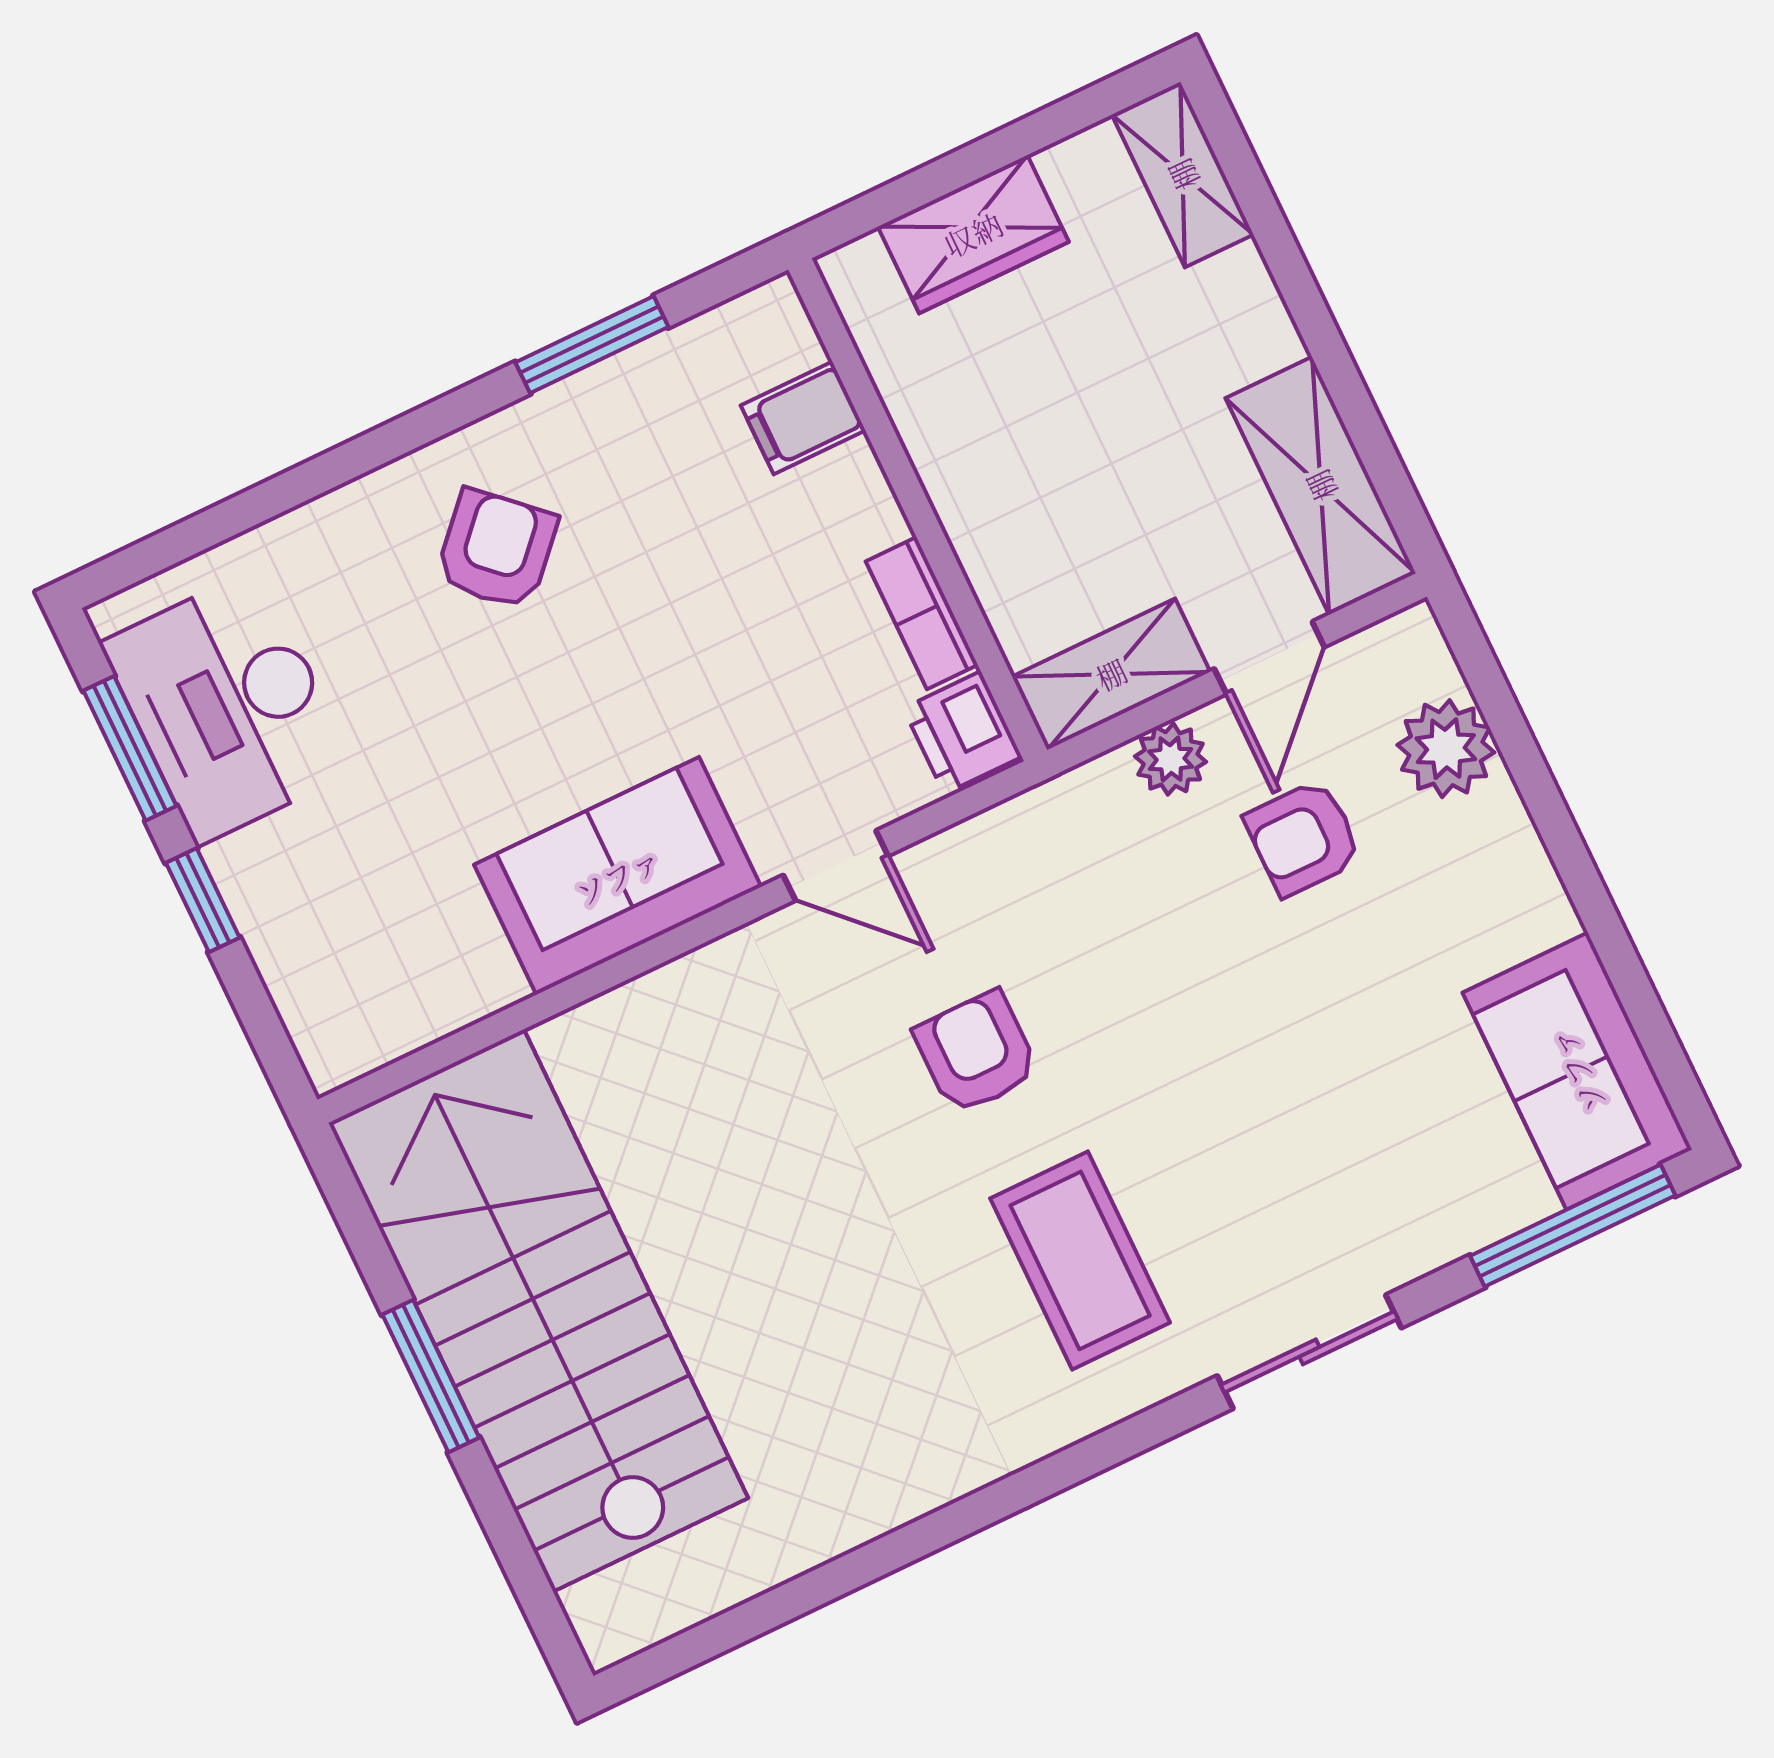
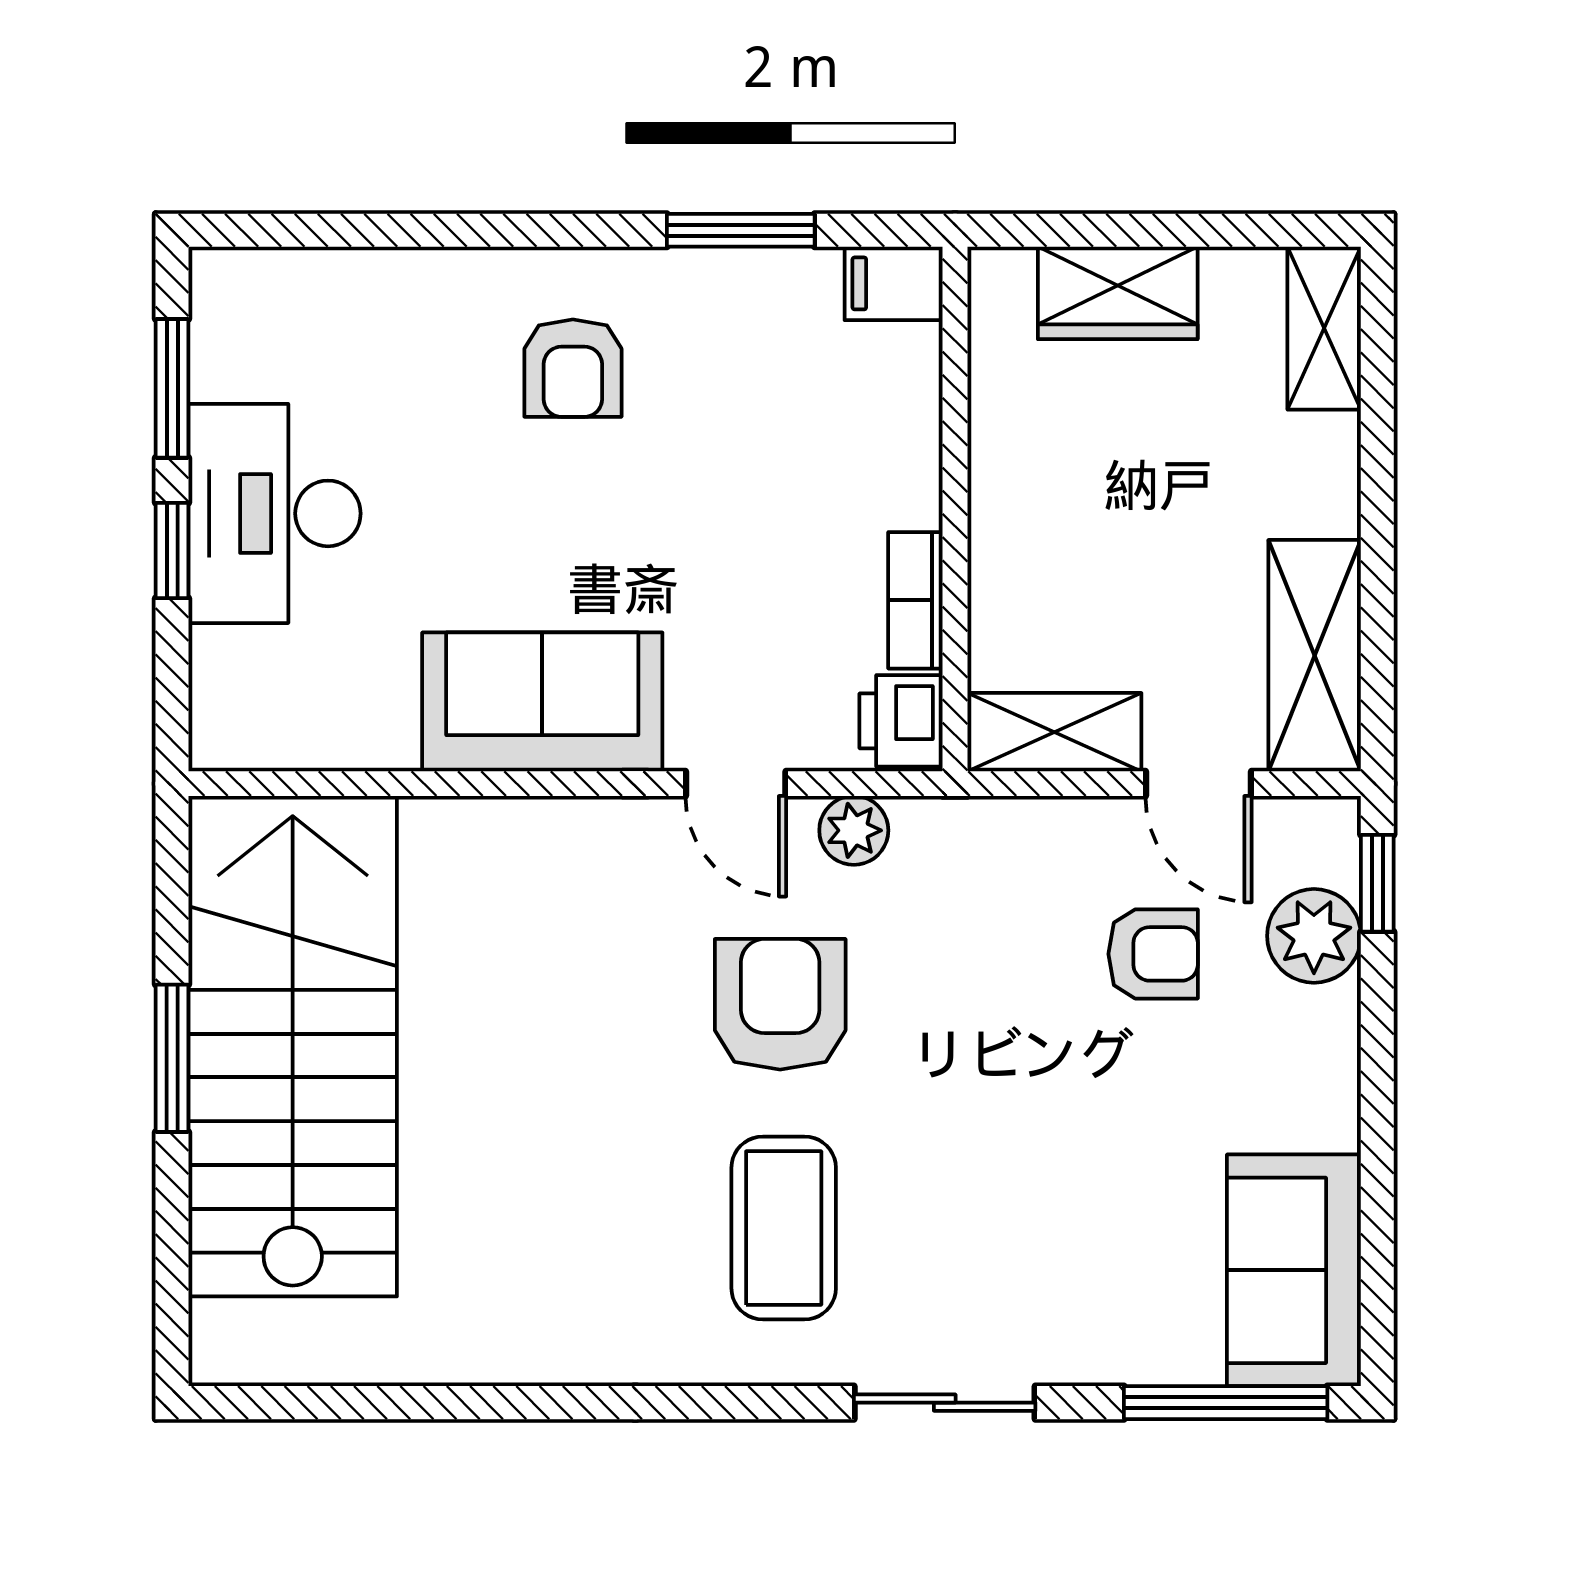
filing cabinet: (803, 418) -> (894, 283), moved
armchair: (496, 549) -> (573, 368), turned 137
door: (1269, 658) -> (1199, 784), hinge flipped
window: (1482, 671) -> (1377, 883), added
desk: (228, 707) -> (275, 513), moved
plant: (1171, 759) -> (854, 830), moved
armchair: (1303, 838) -> (1153, 954), turned 180
armchair: (976, 1052) -> (780, 1004), width x1.38, depth x1.38

